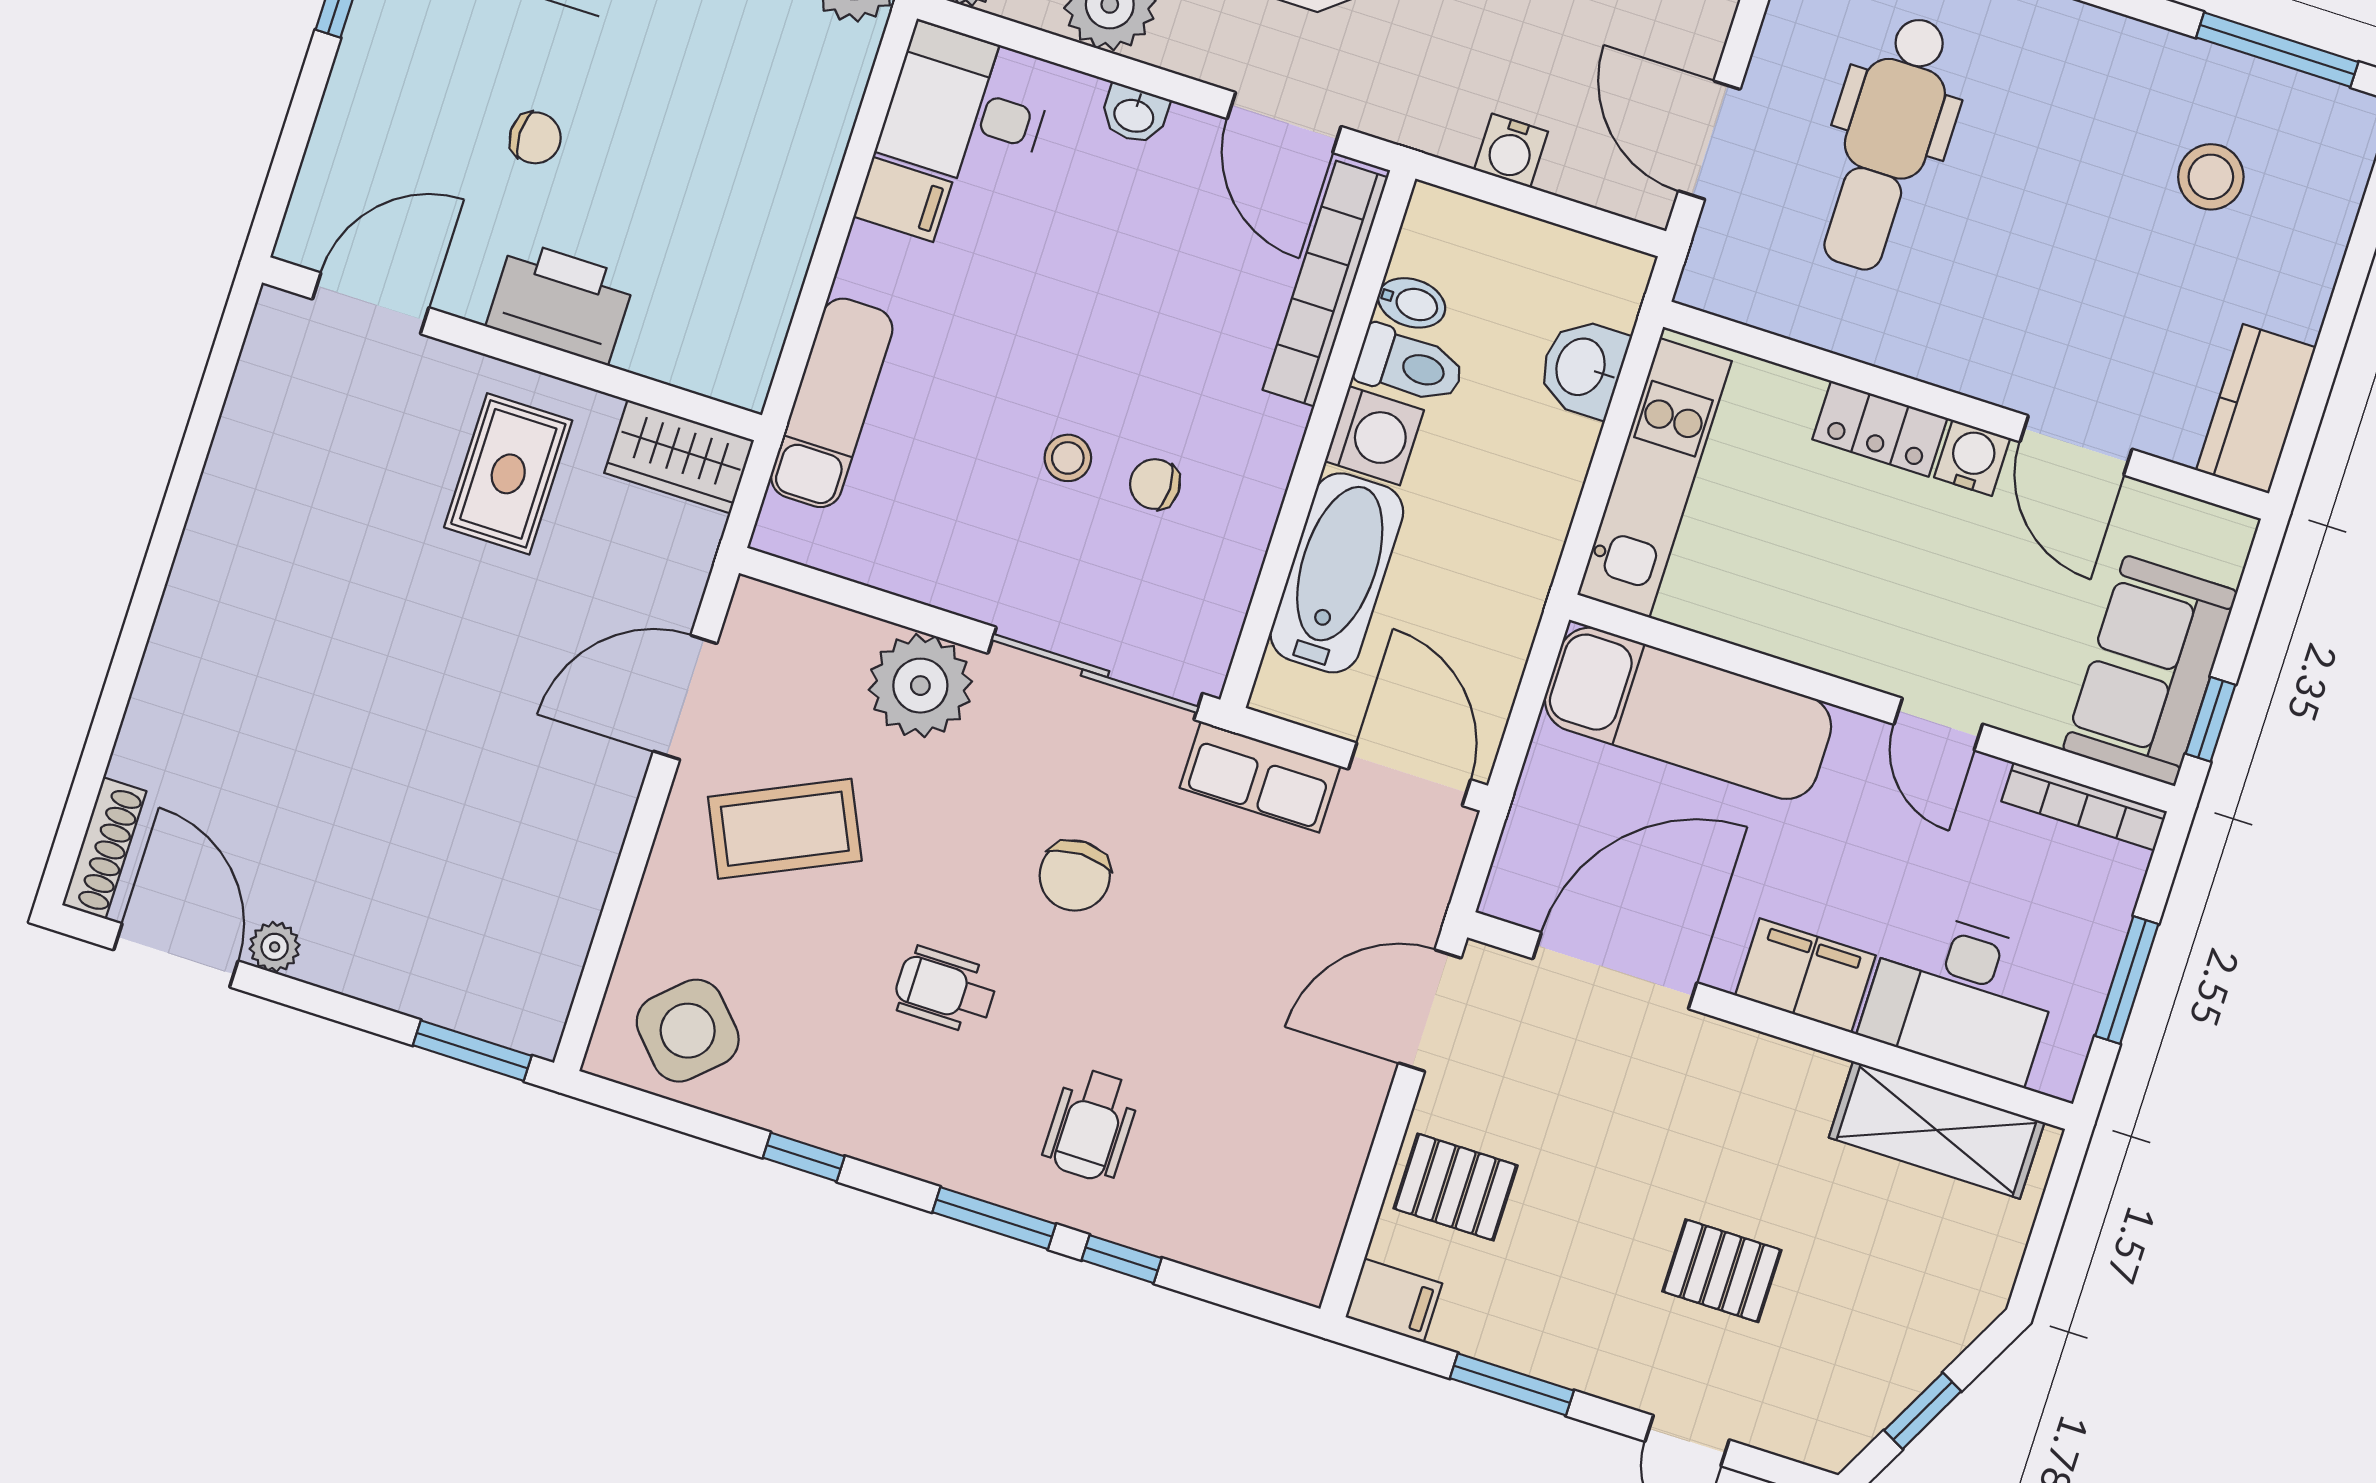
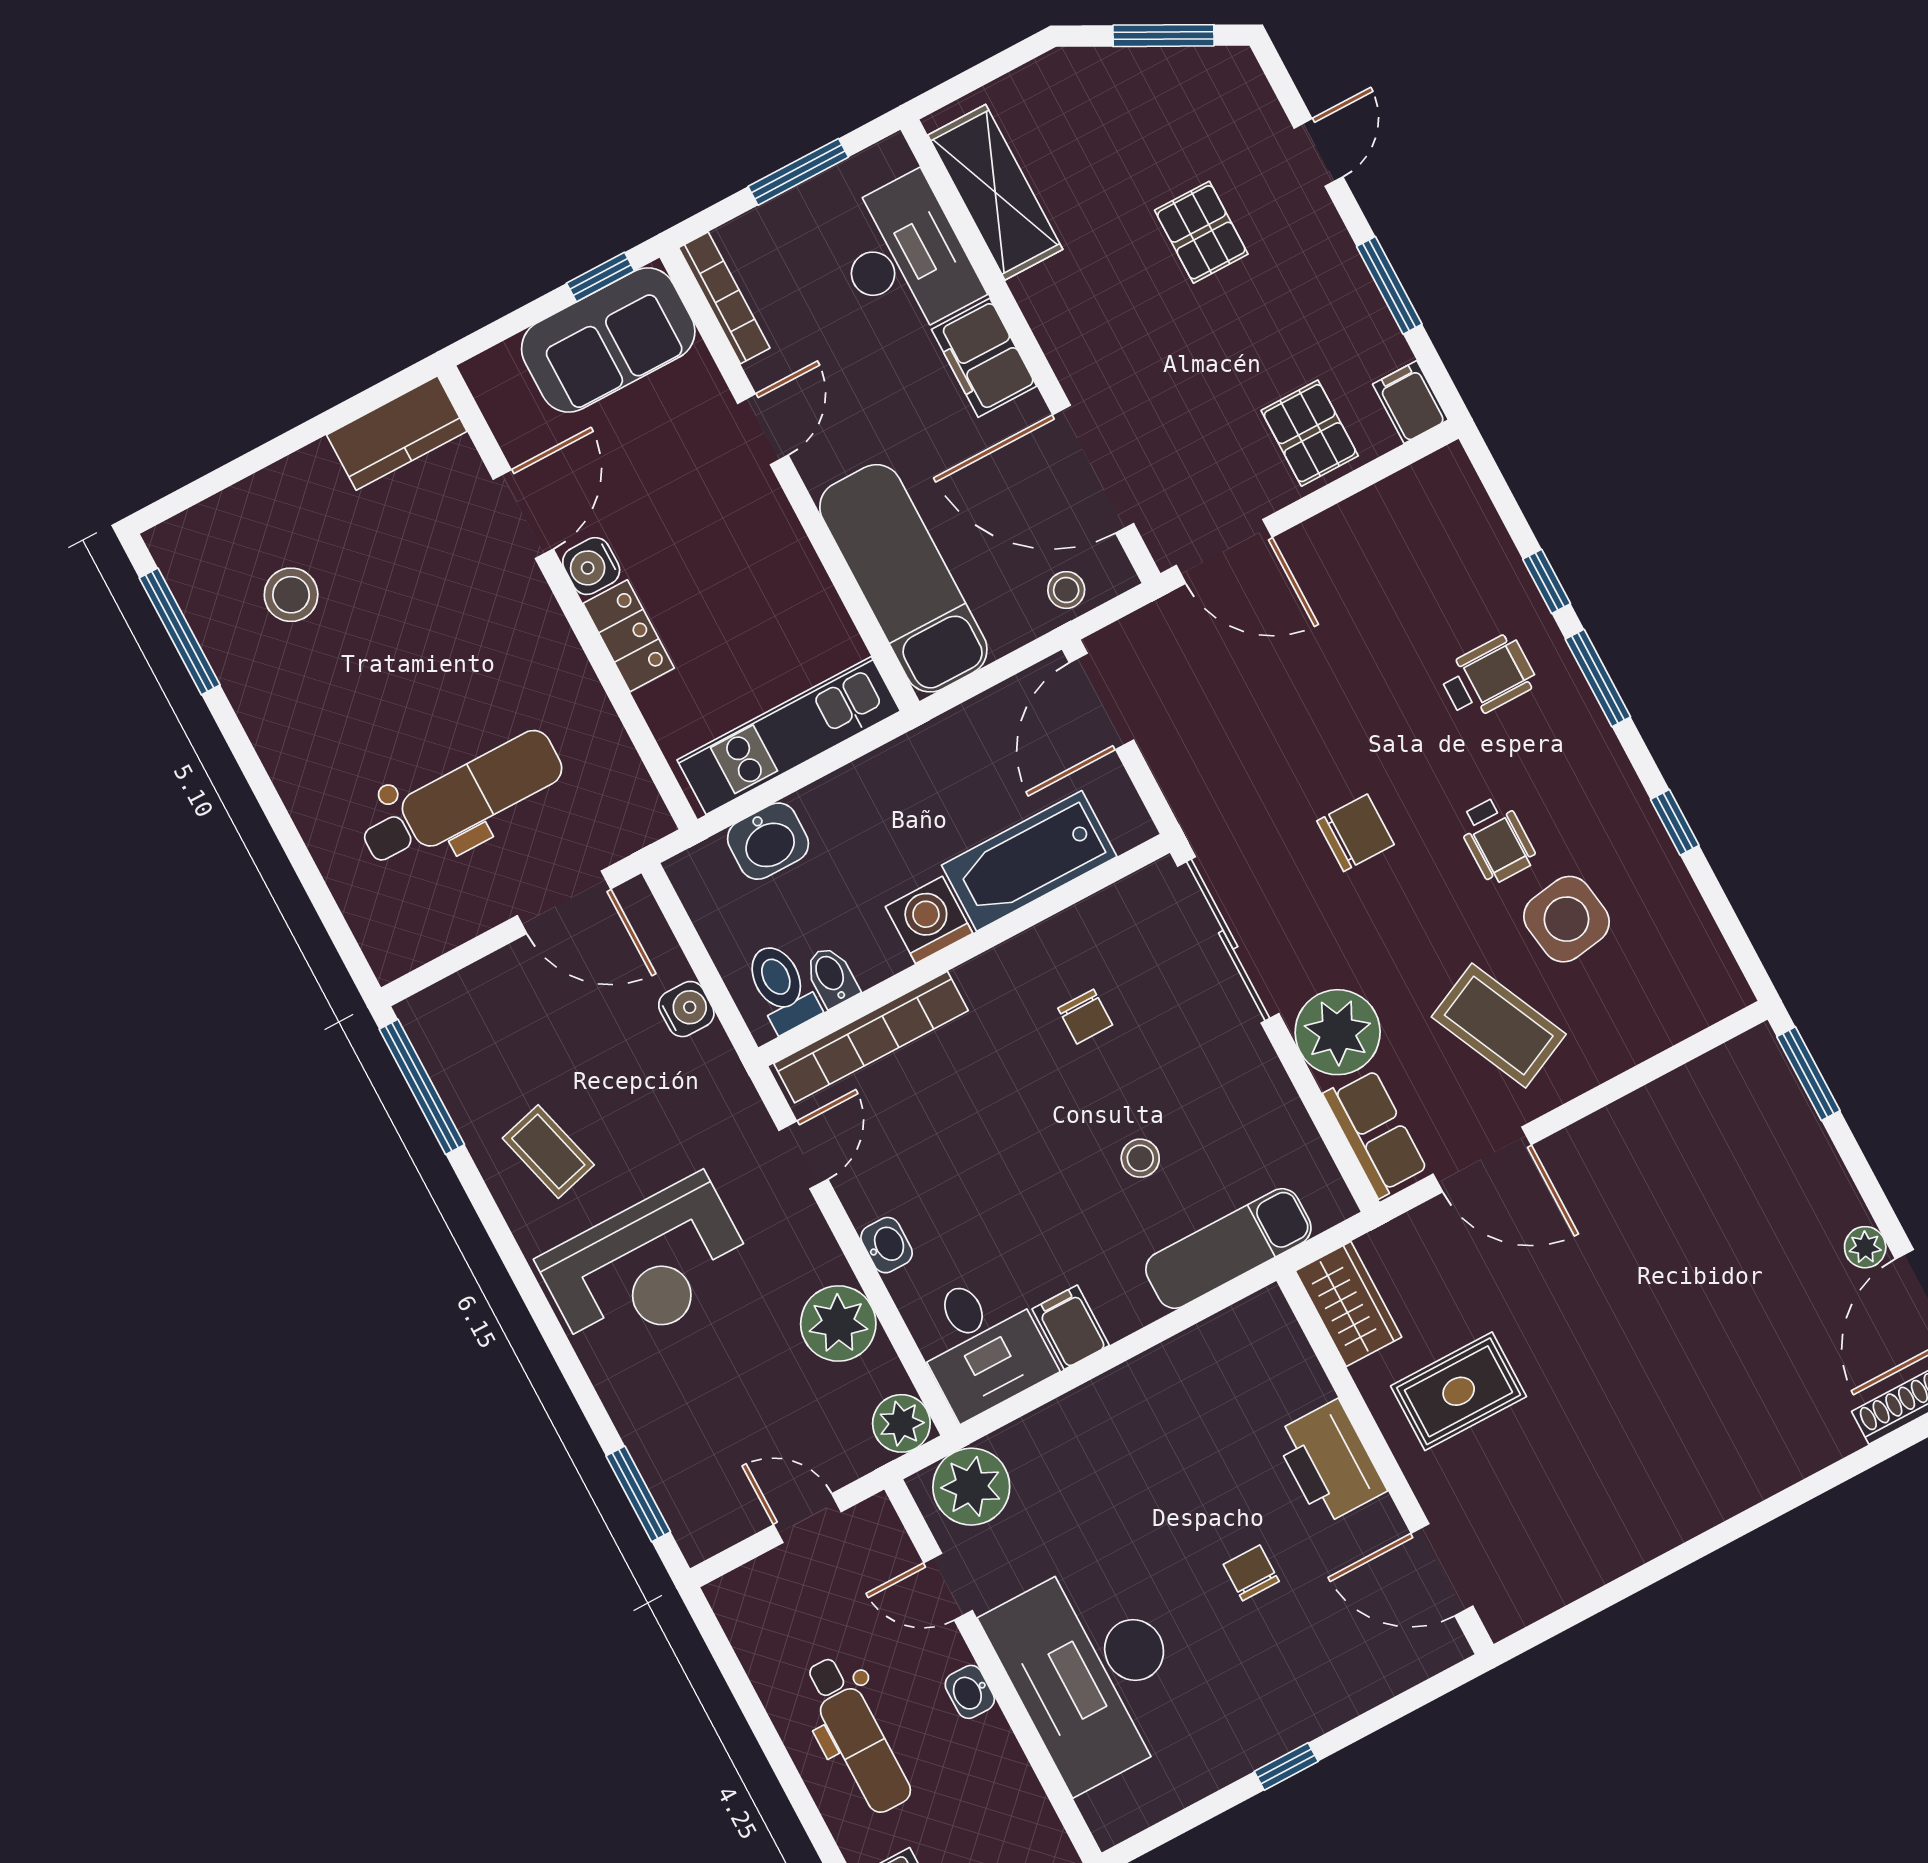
door: (1284, 123) -> (803, 1155), width x0.73
door: (1709, 140) -> (564, 902), hinge flipped
toilet: (1410, 365) -> (781, 987), moved
stool: (1068, 458) -> (1140, 1158), moved
row of seats: (1260, 777) -> (1376, 1133), moved
stool: (1535, 842) -> (1066, 590), added
side table: (688, 1031) -> (1566, 919), moved, turned 34
window: (1923, 1411) -> (1163, 36), width x1.50

